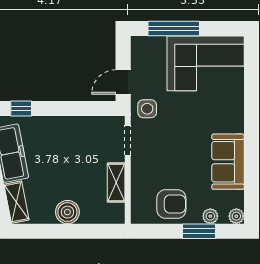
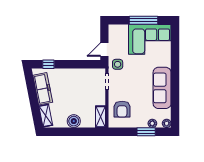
window: (174, 29) -> (144, 20), moved
sofa: (228, 162) -> (162, 88), width x1.36
shelving: (116, 183) -> (101, 117), moved
armchair: (171, 204) -> (122, 109), moved, turned 90

